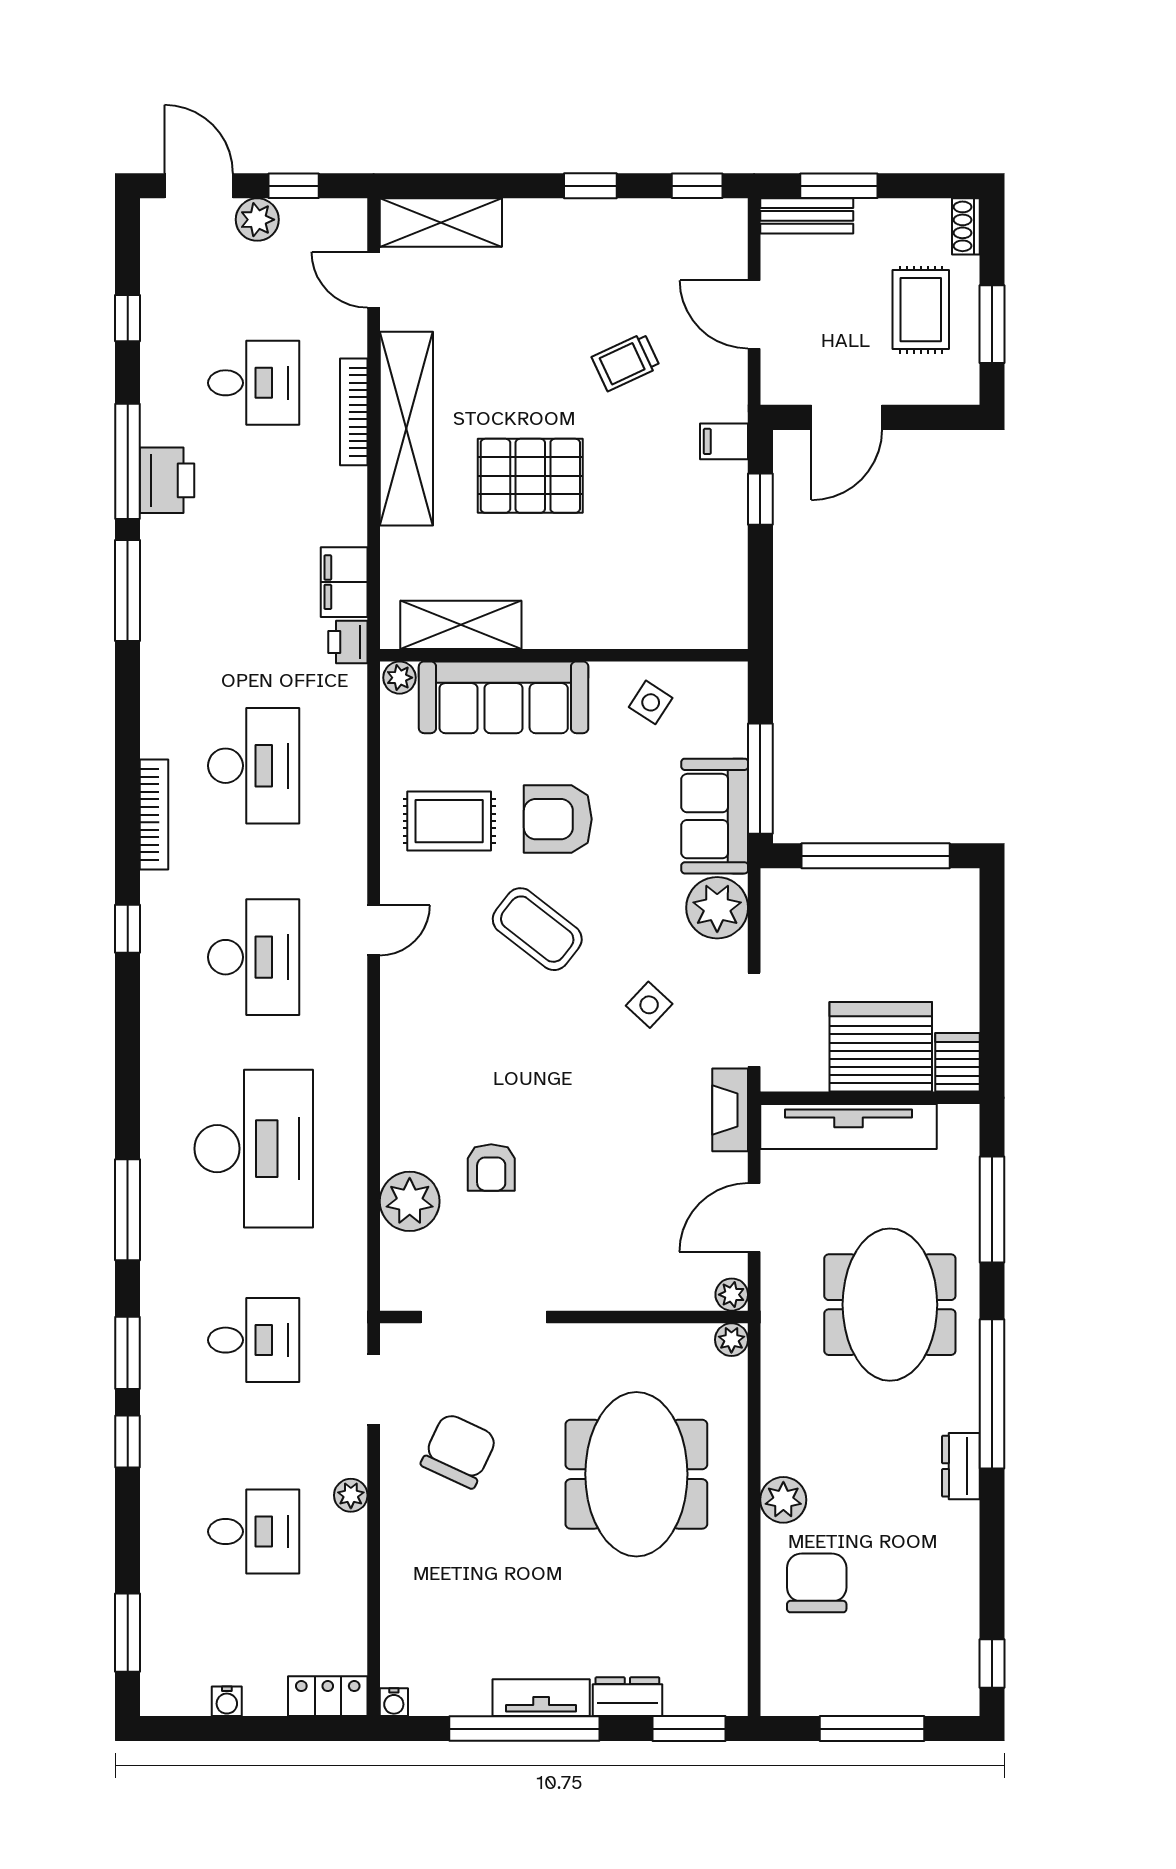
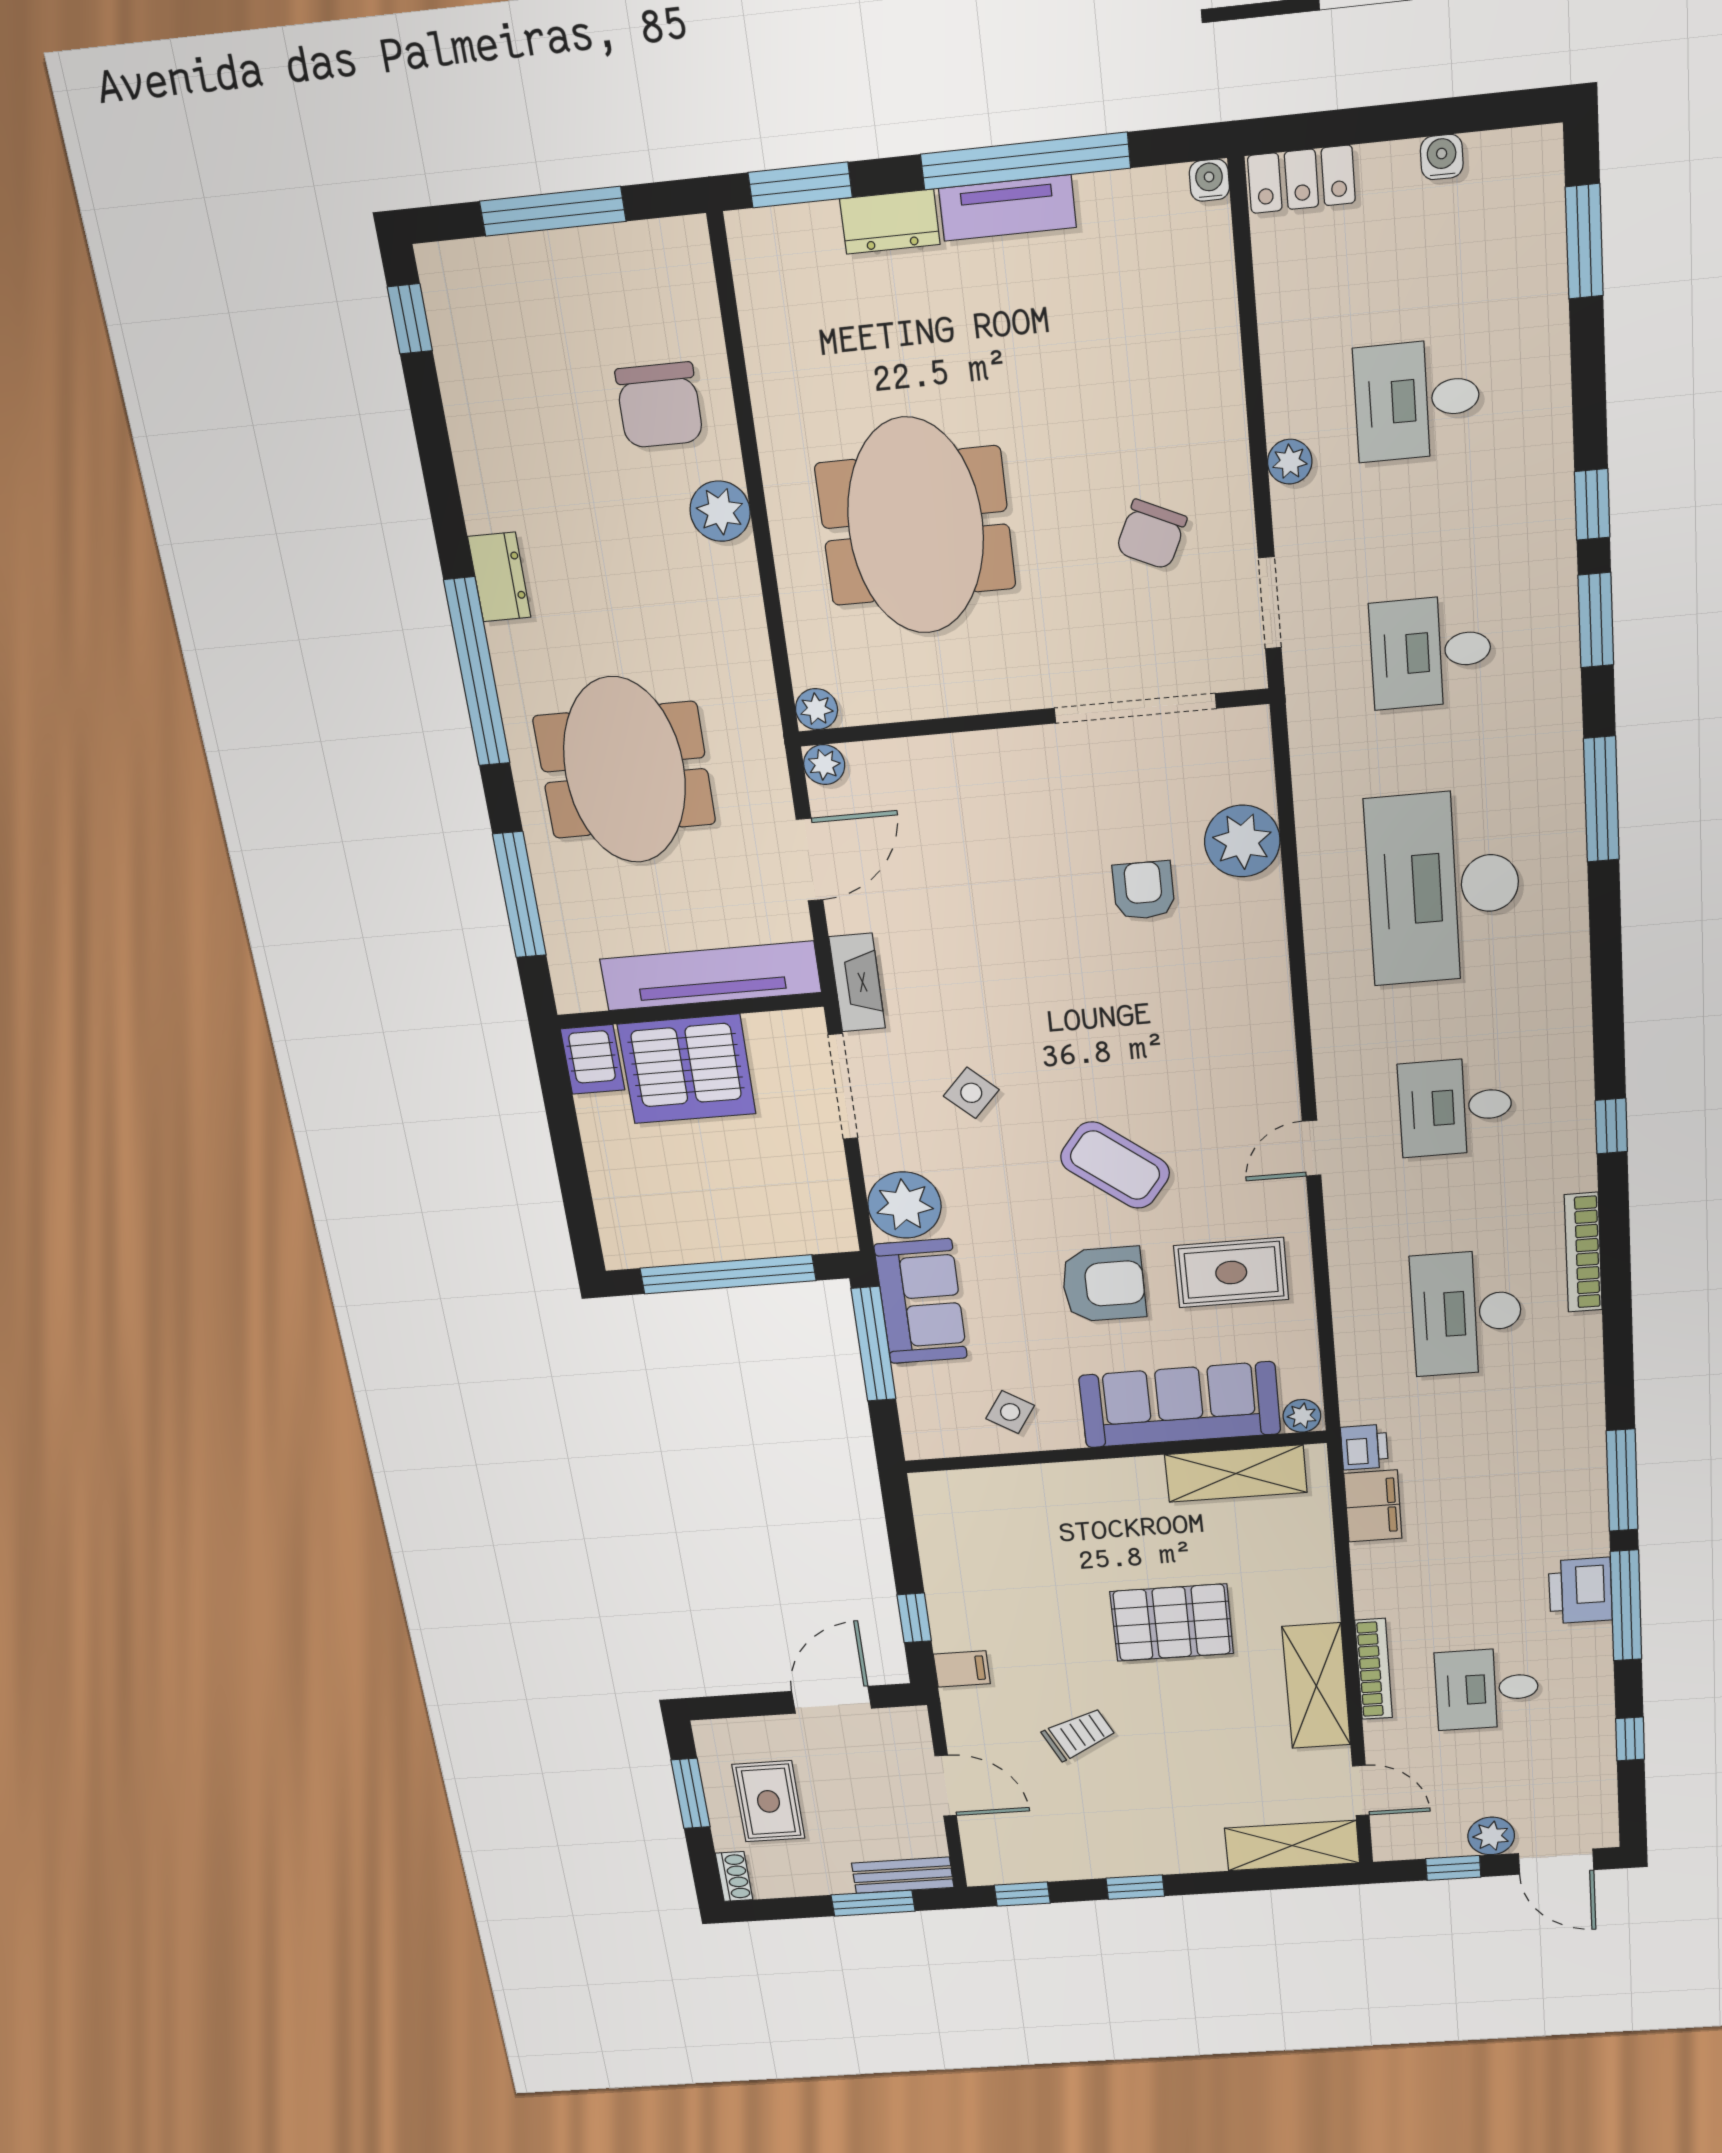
shelving: (406, 429) -> (1316, 1686), width x0.68
desk: (254, 957) -> (1455, 1107), width x0.73
chair: (459, 1451) -> (1151, 534), width x0.73, depth x0.73

